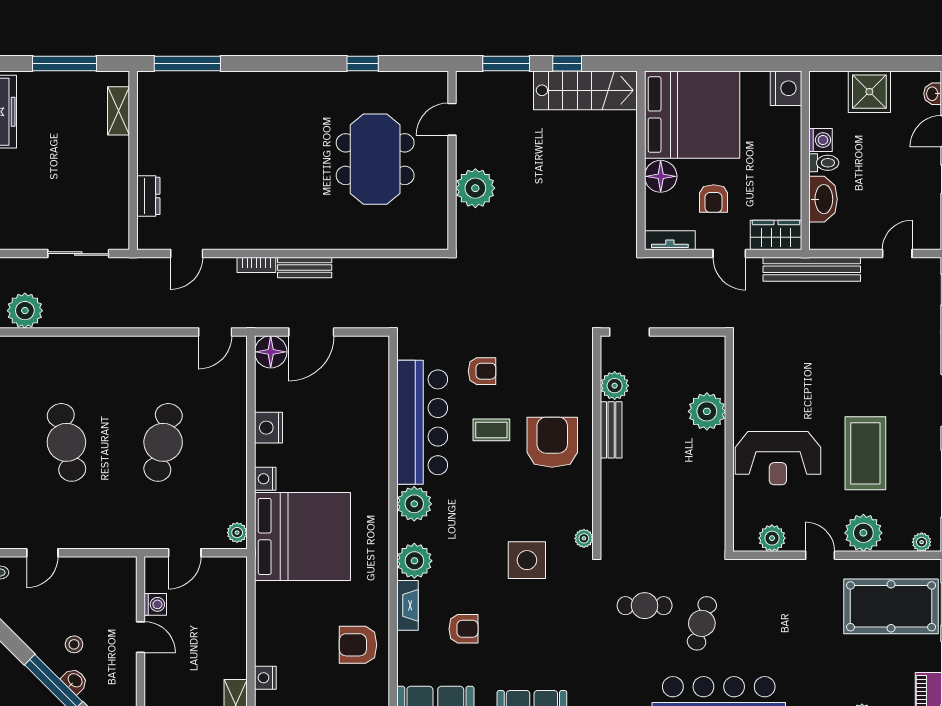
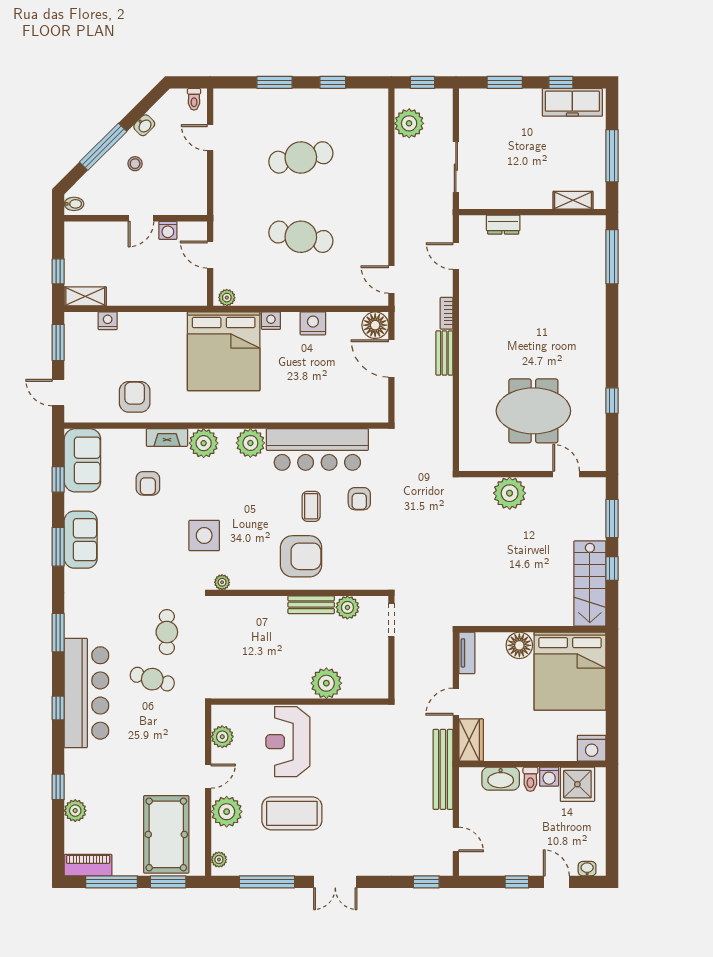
shower: (869, 92) -> (577, 784), moved
armchair: (714, 199) -> (501, 689), removed
washbasin: (75, 681) -> (144, 125), moved

